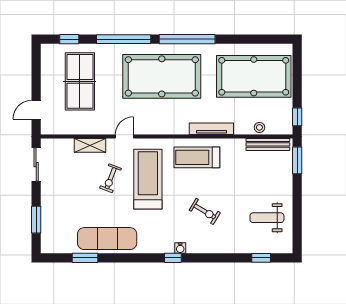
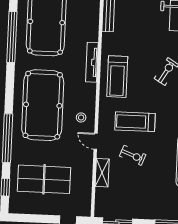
window: (187, 39) -> (12, 37), moved
stool: (259, 127) -> (81, 117), moved
treadmill: (148, 179) -> (135, 122), width x0.73, depth x0.73

